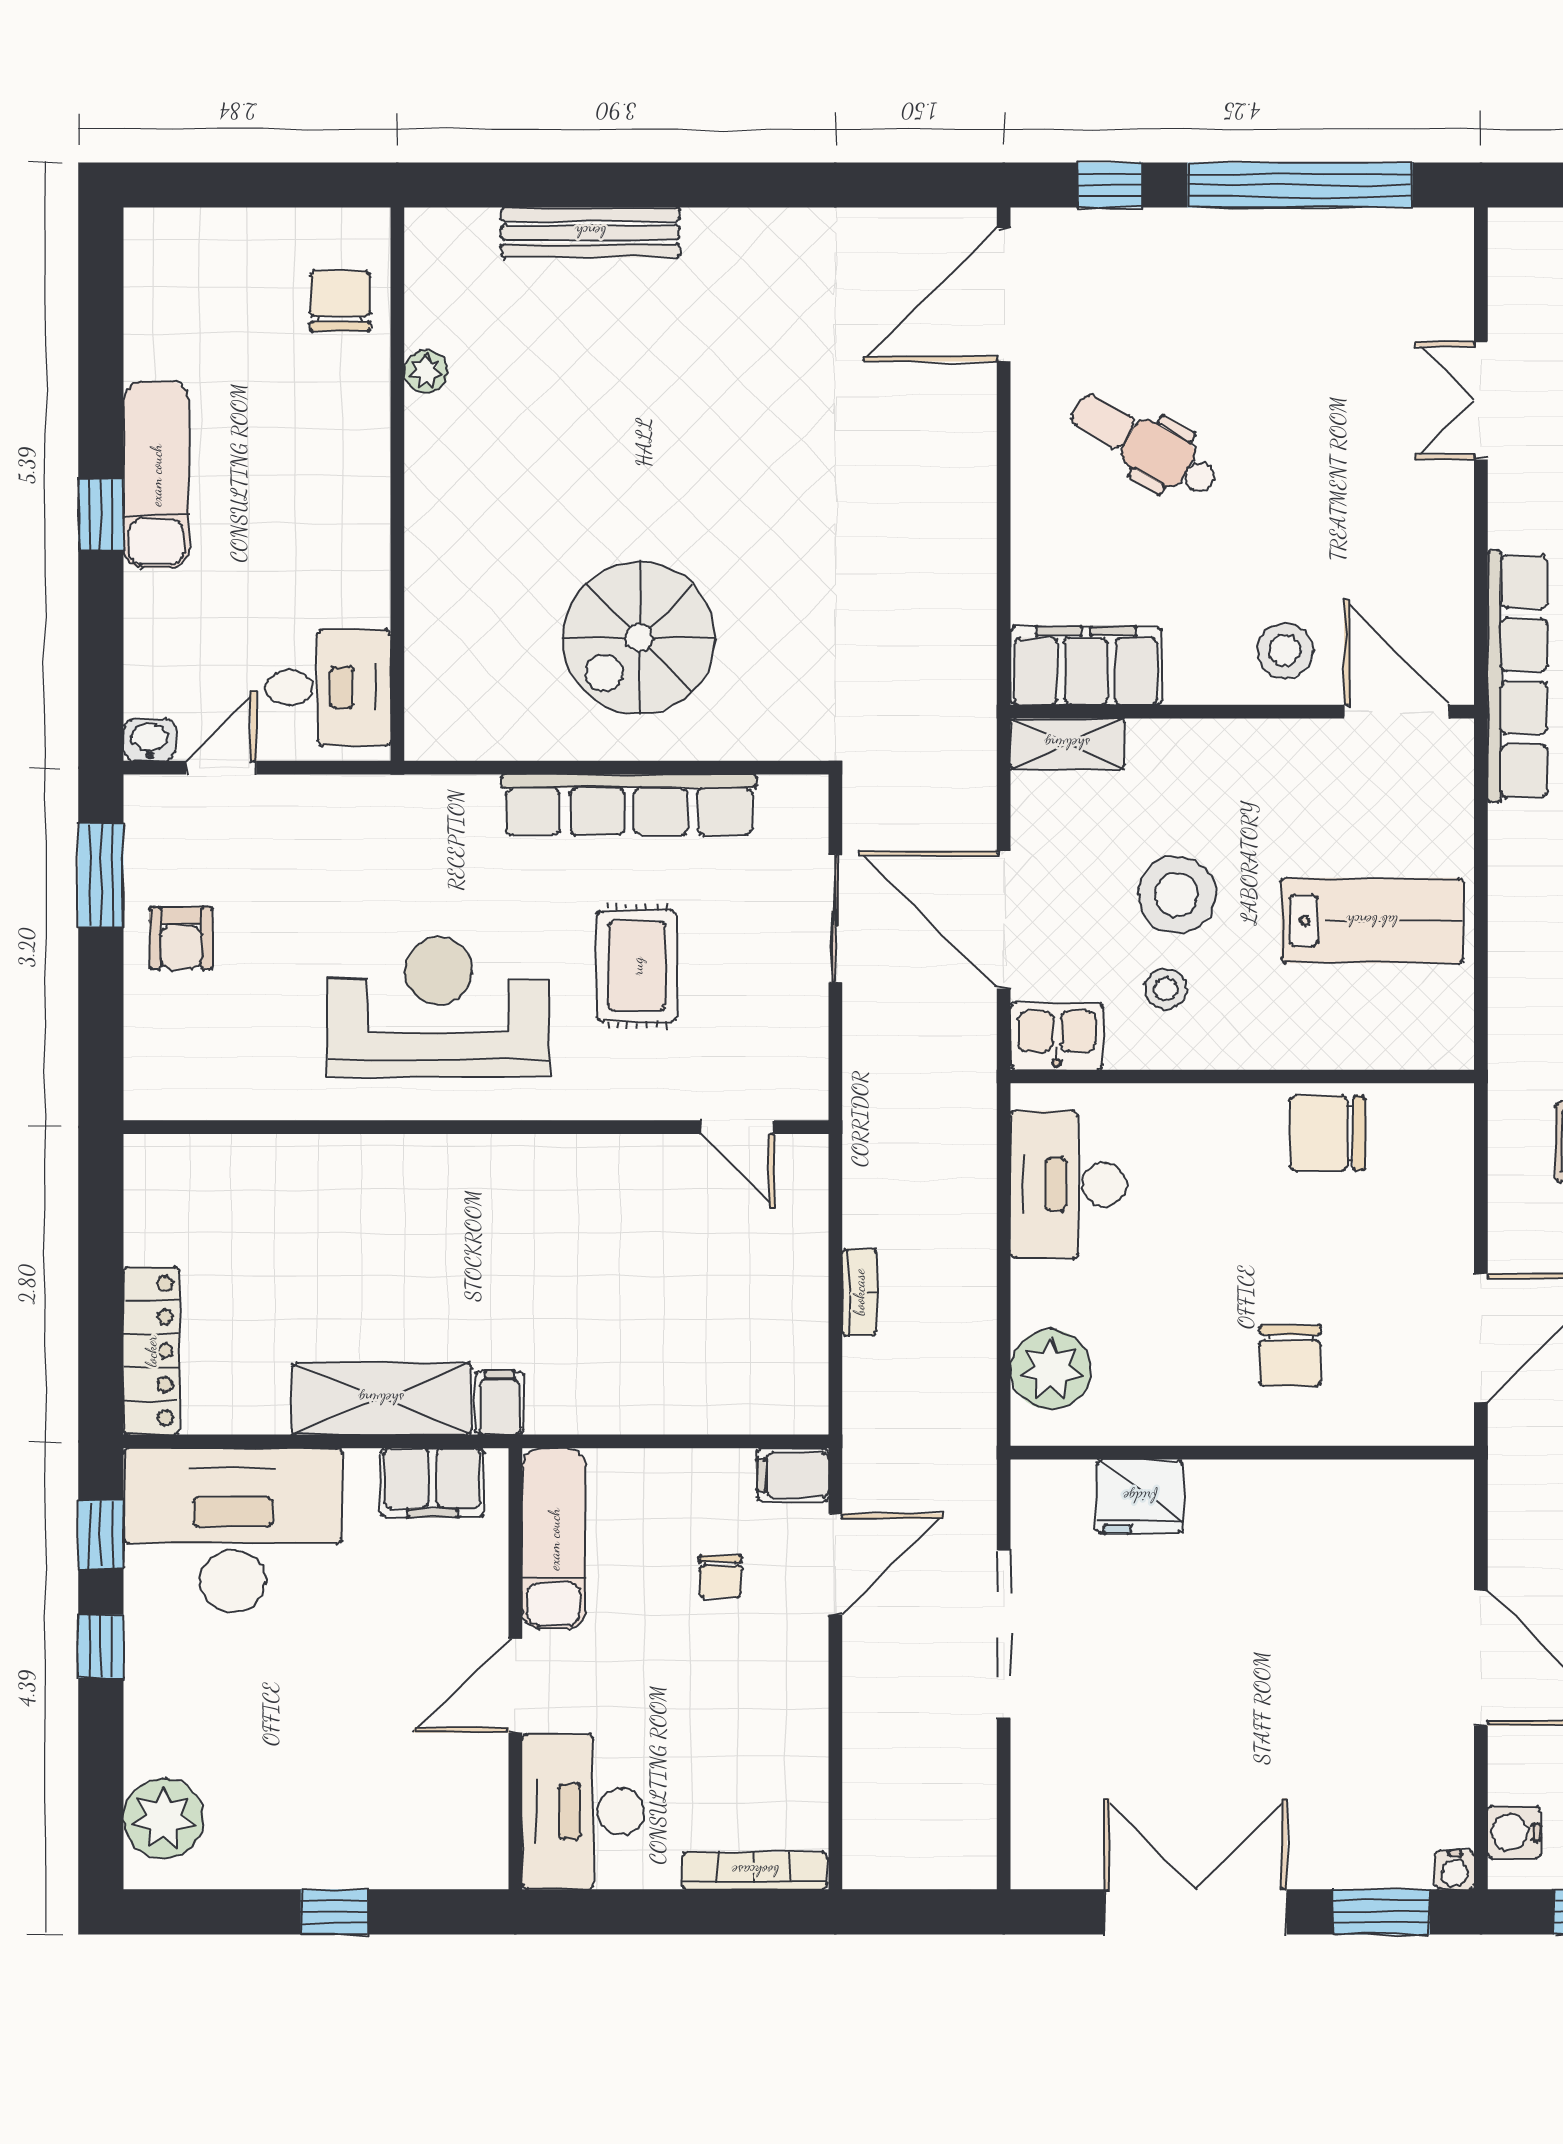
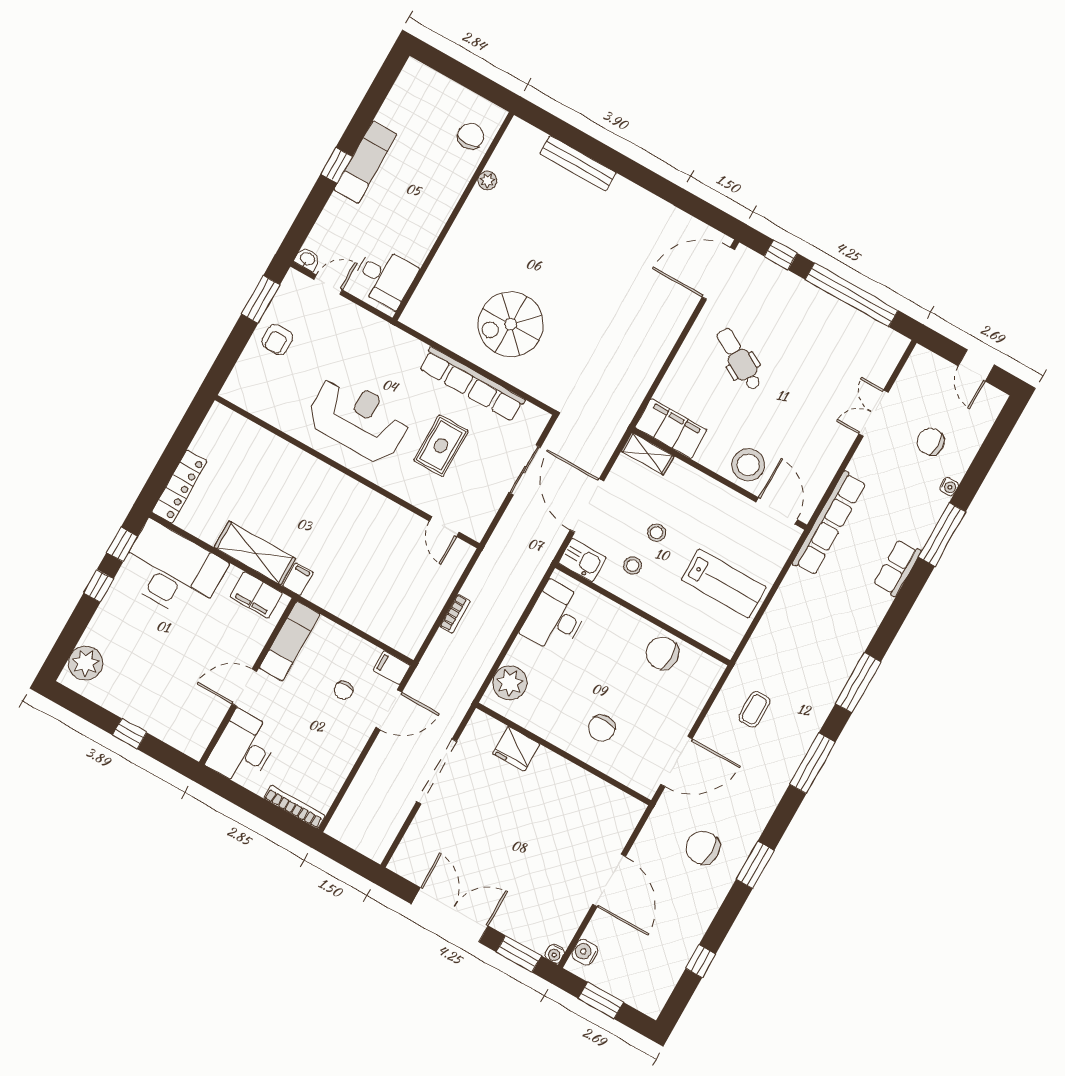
stool: (1285, 651) -> (748, 465), width x1.38, depth x1.38
stool: (1177, 895) -> (657, 533), width x0.53, depth x0.53

